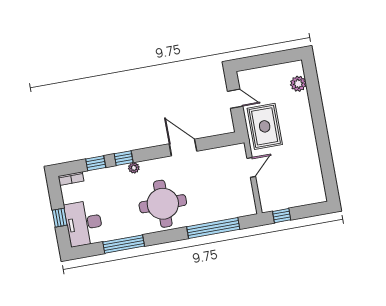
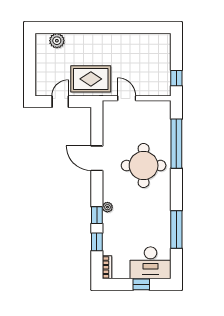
door: (183, 148) -> (97, 158), hinge flipped
round table: (163, 204) -> (144, 166), moved

